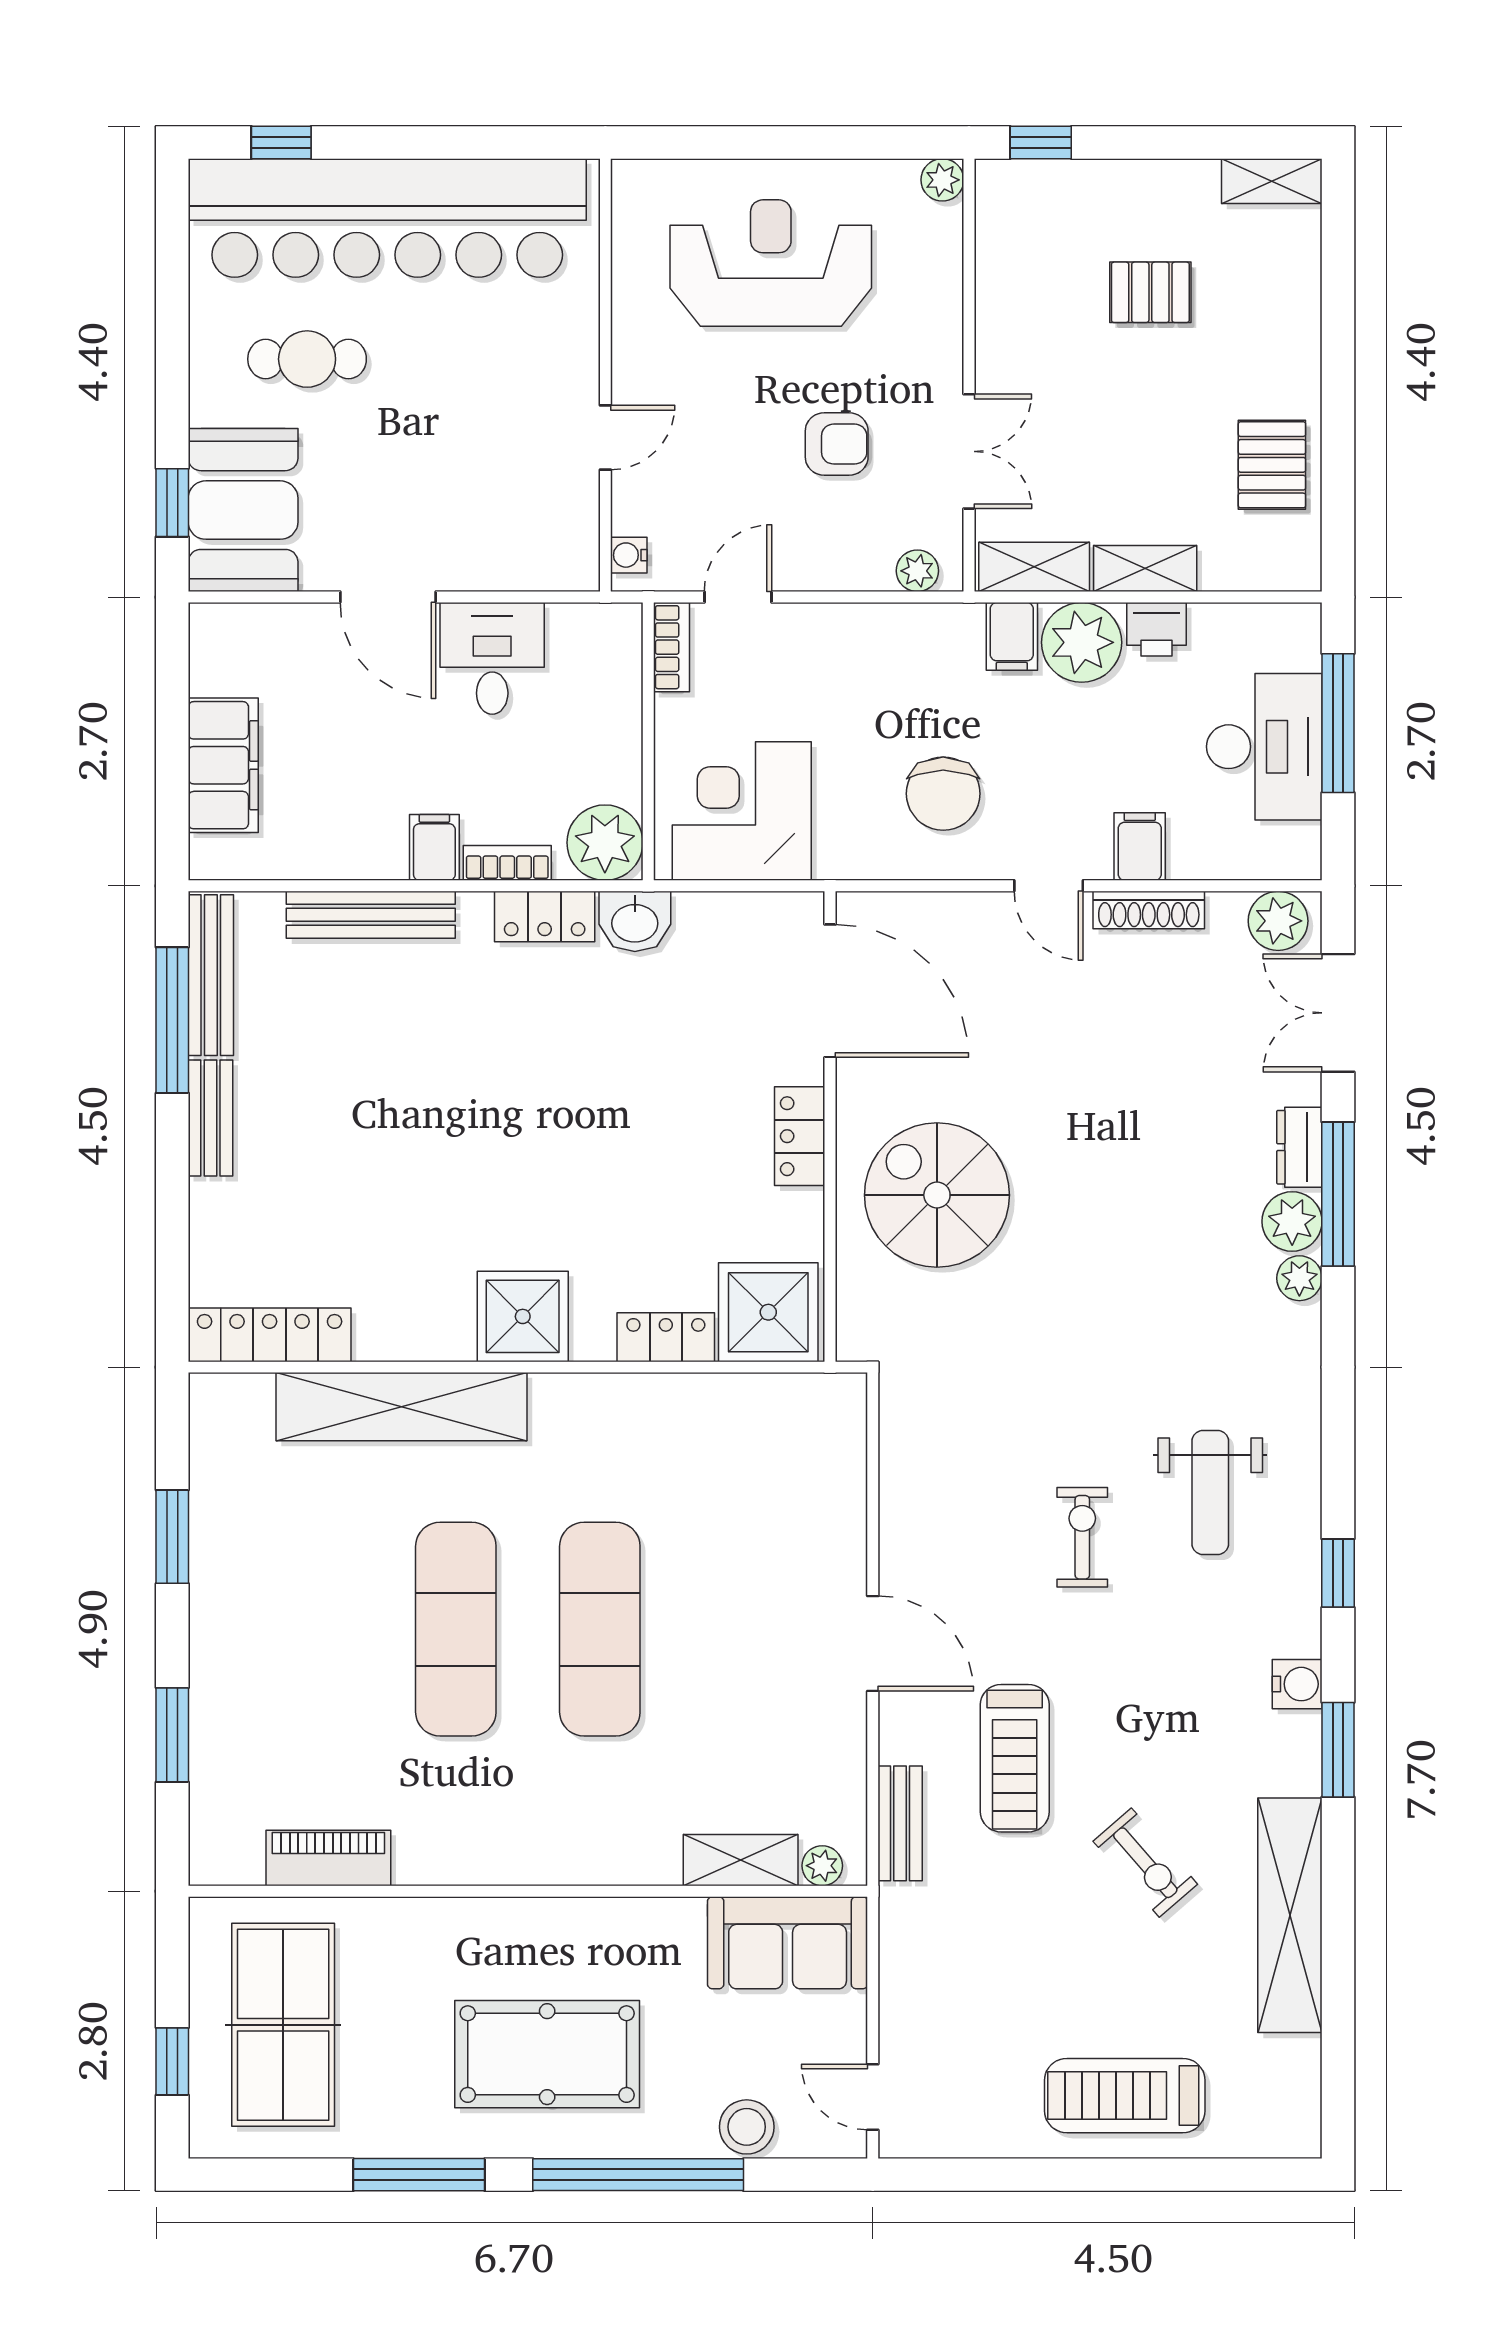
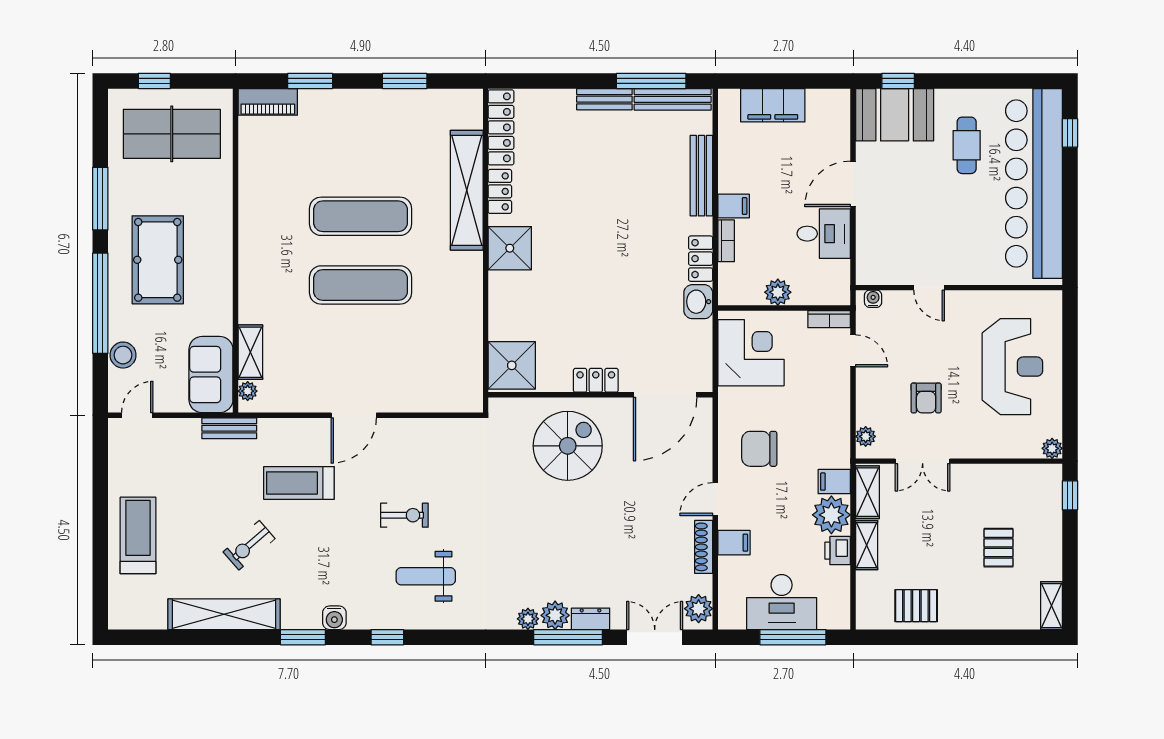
plant: (605, 843) -> (778, 292), moved, width x0.73, depth x0.73
locker: (666, 1337) -> (500, 191), moved
bench: (900, 1823) -> (229, 428), moved
piano: (328, 1858) -> (268, 102), moved, turned 90

